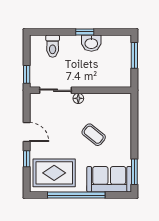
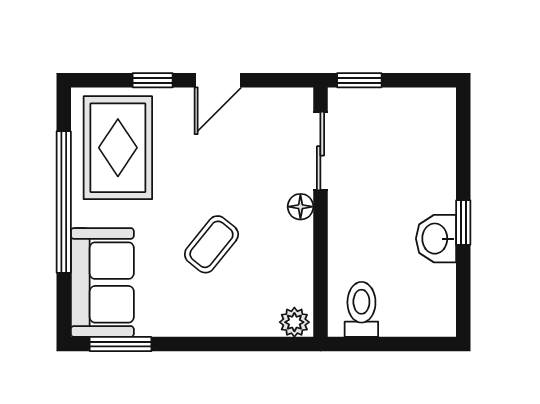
toilet: (53, 46) -> (361, 309), moved, turned 90
window: (134, 55) -> (406, 344), removed
plant: (125, 101) -> (294, 322), added

